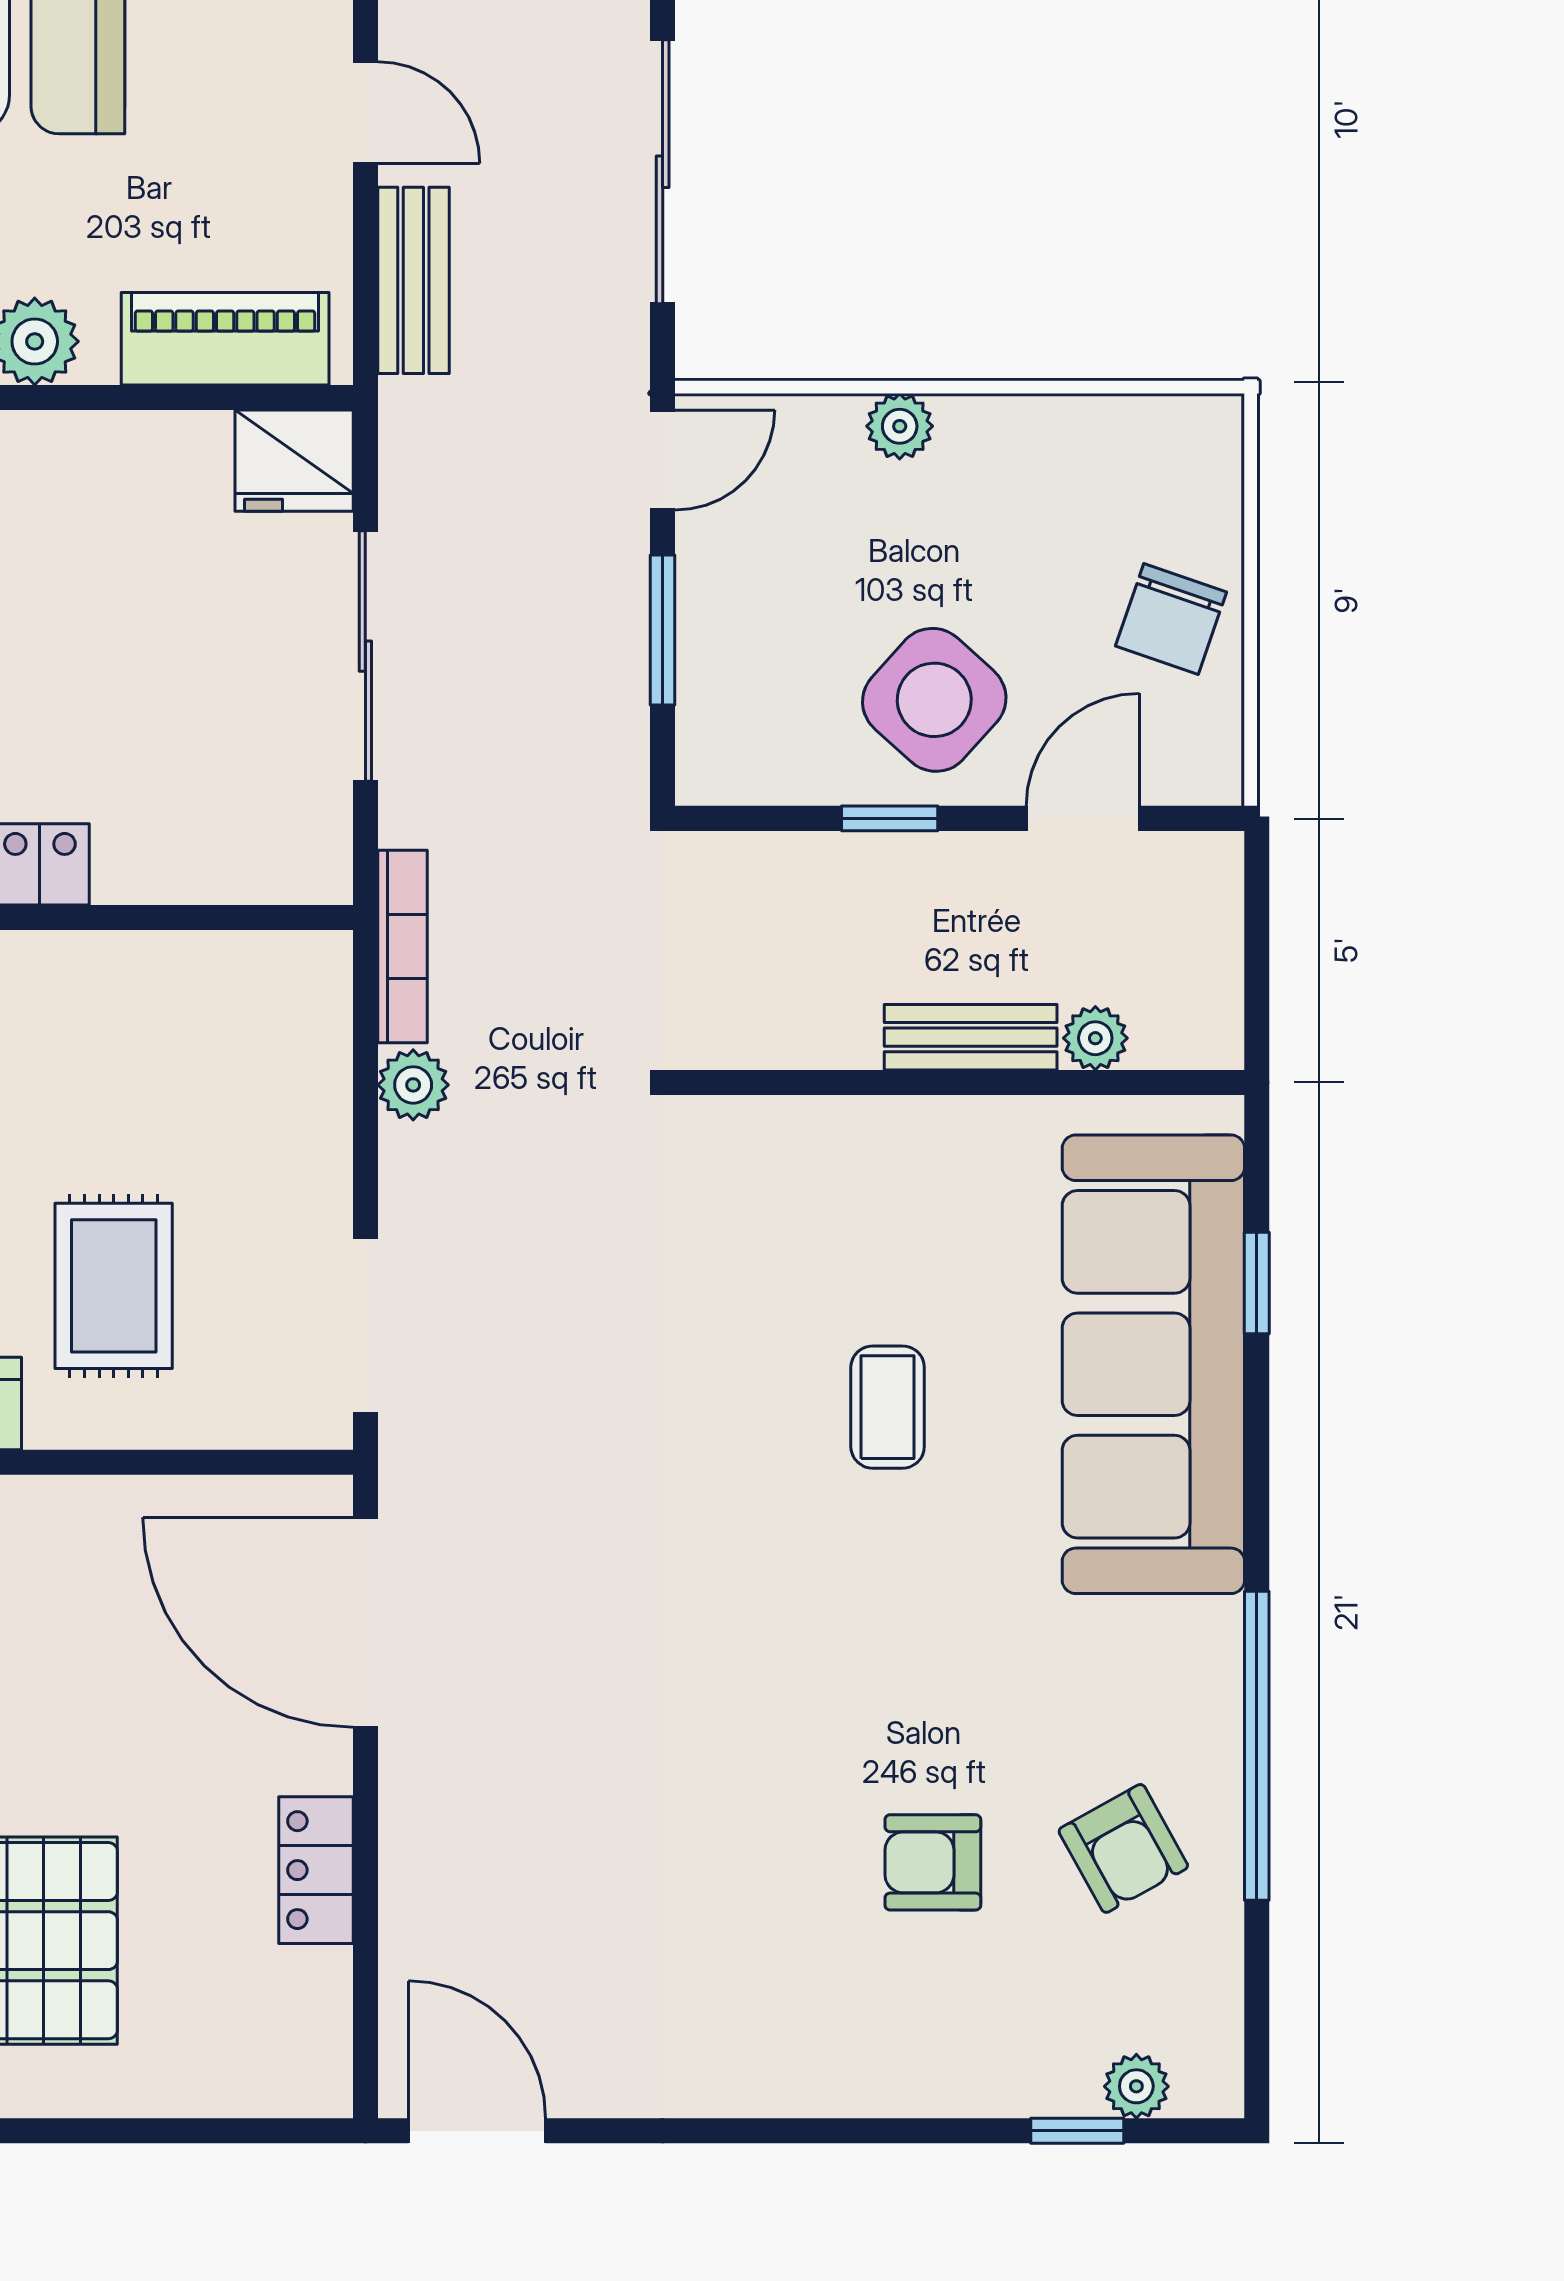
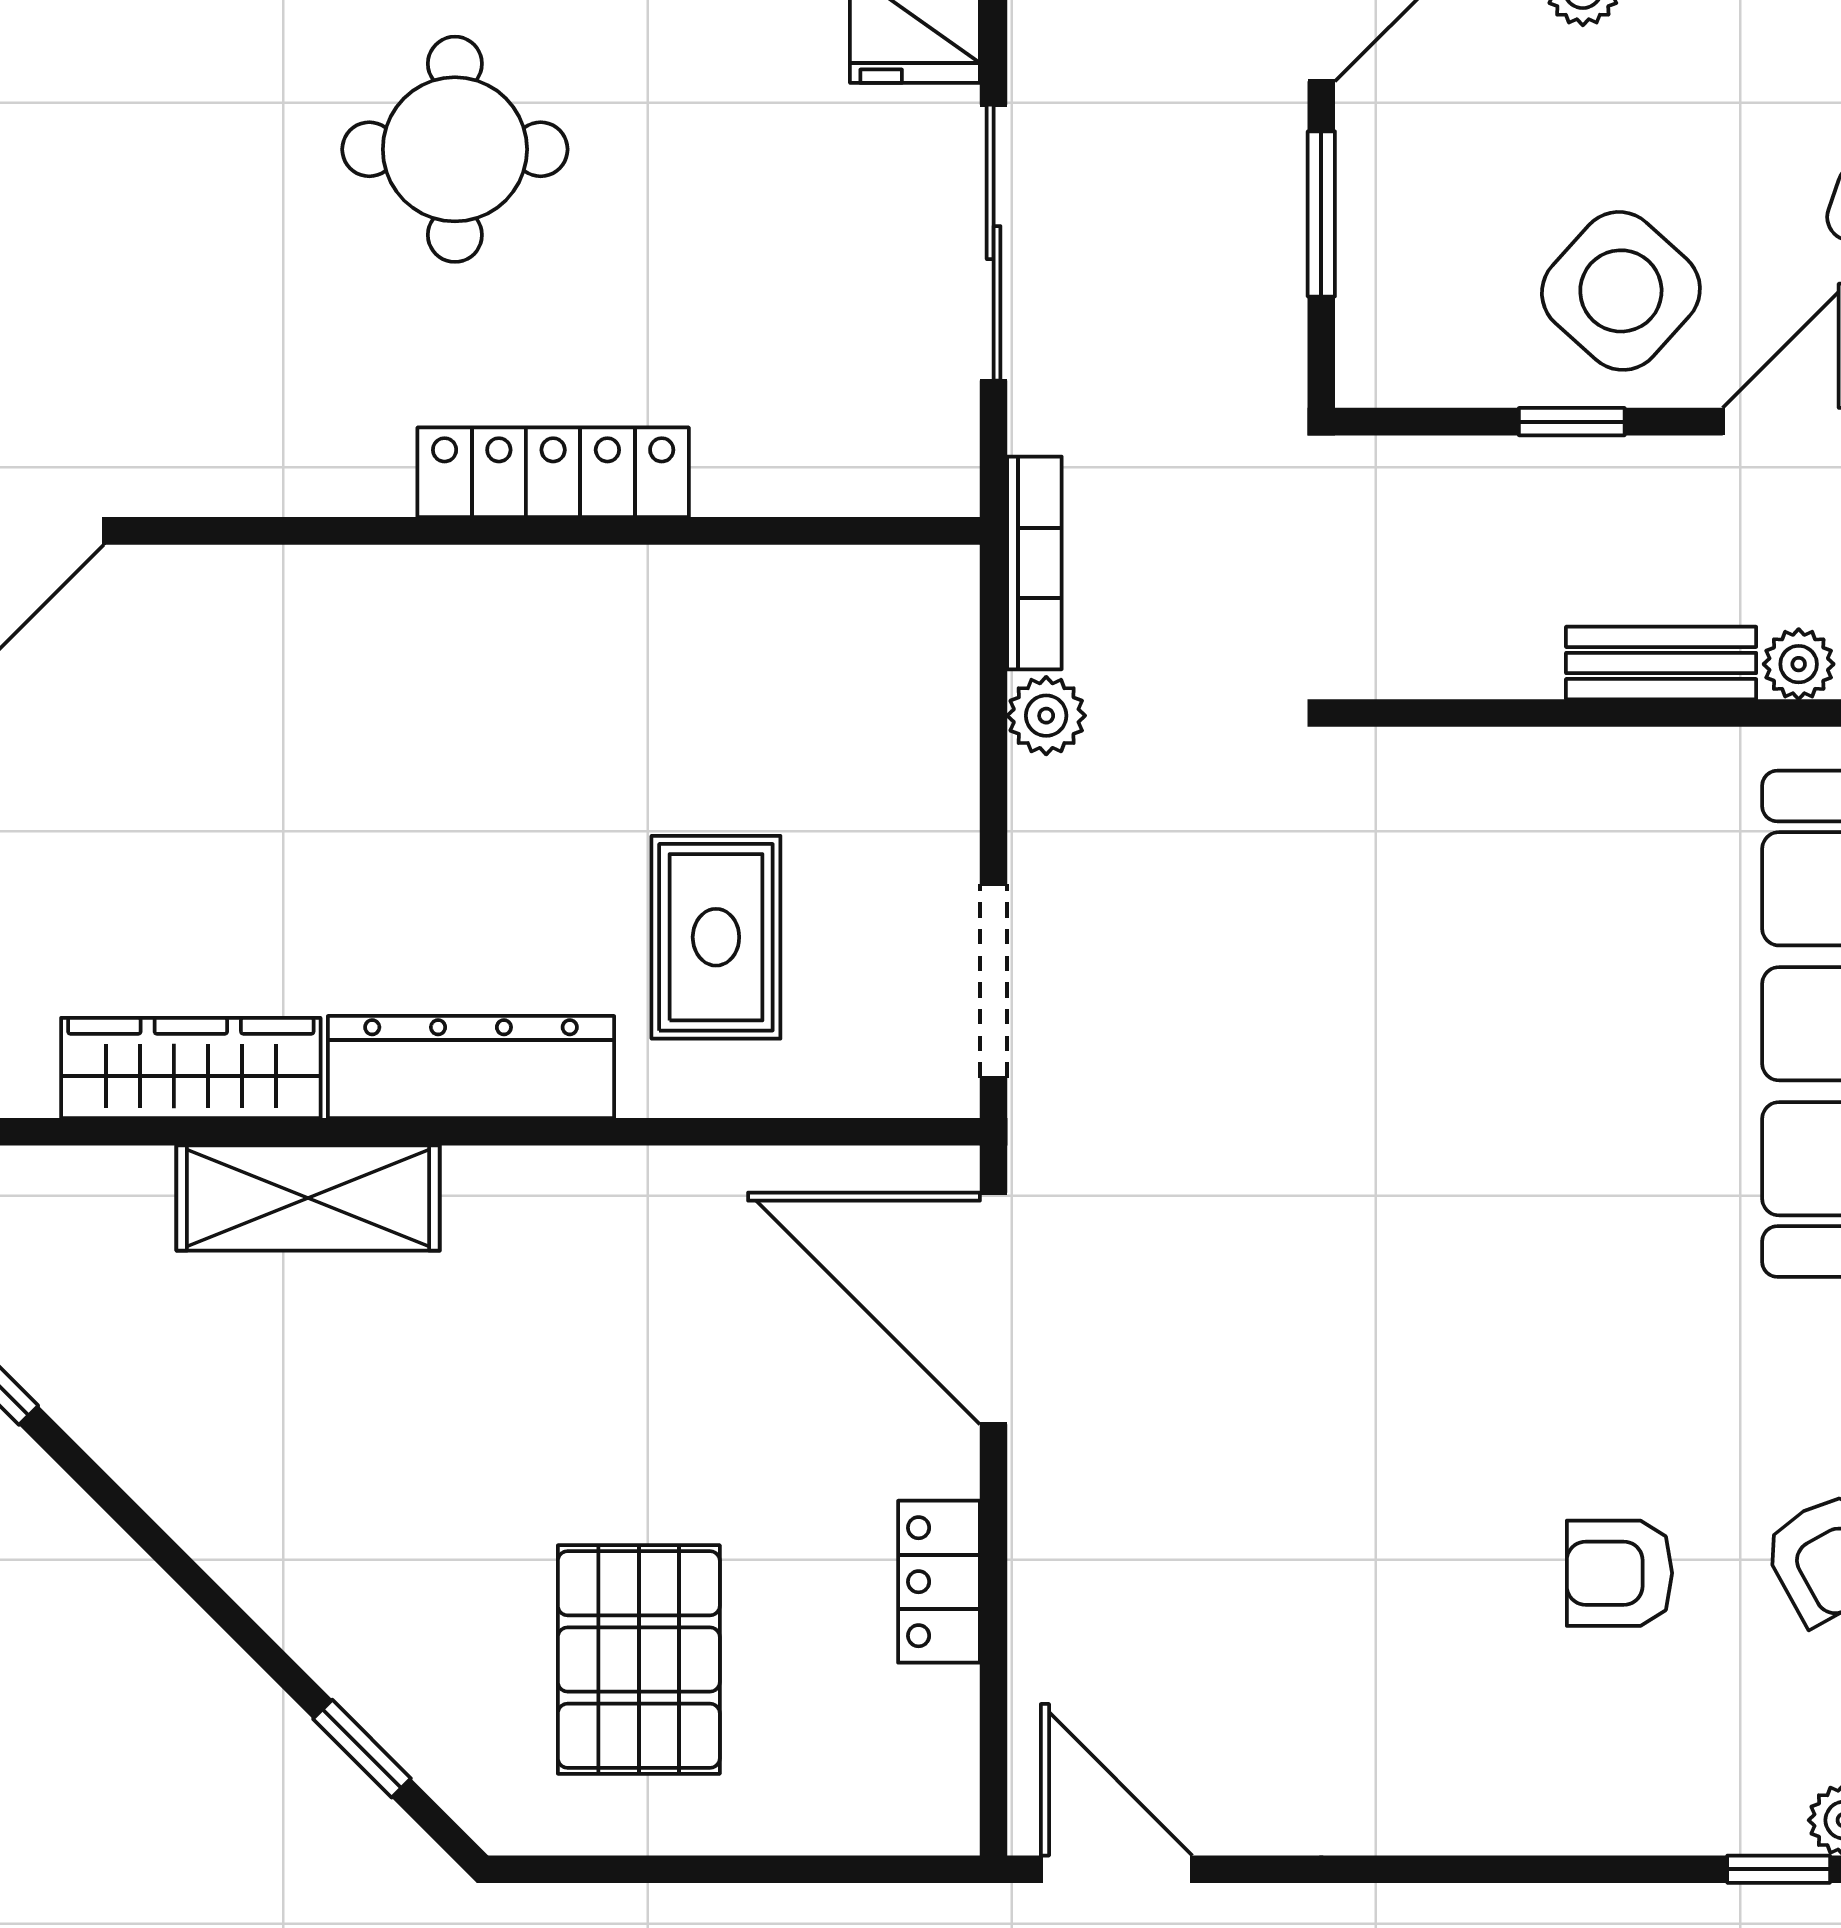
coffee table: (888, 1407) -> (1570, 1071), removed

